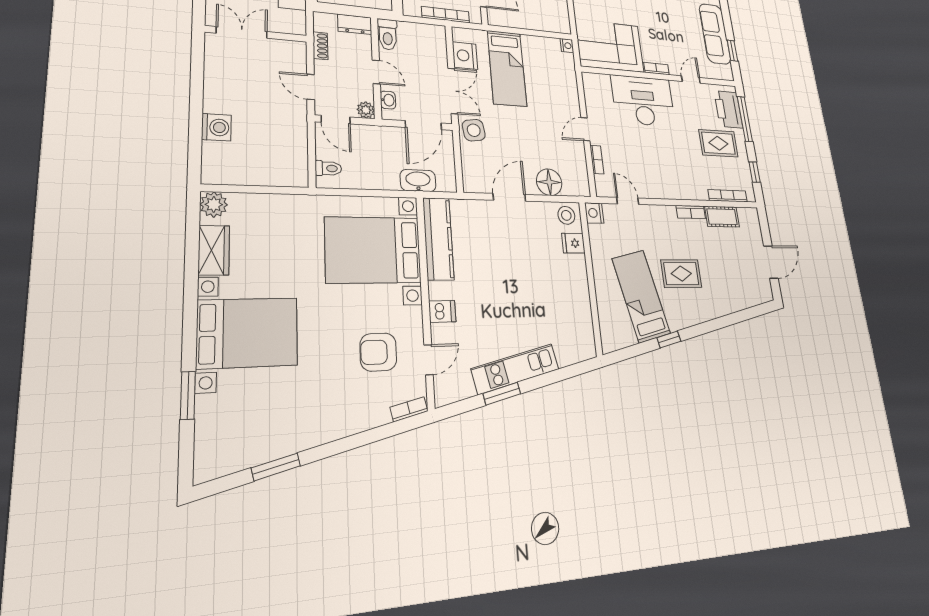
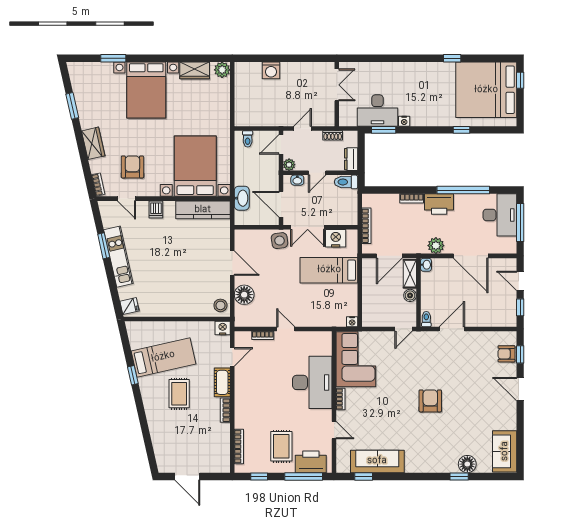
cot: (722, 217) -> (222, 382), moved
fridge: (573, 243) -> (129, 306), moved, turned 77
wardrobe: (341, 423) -> (93, 143), added

